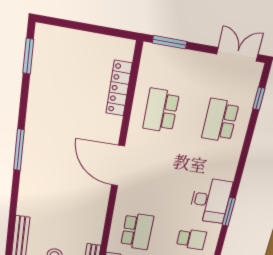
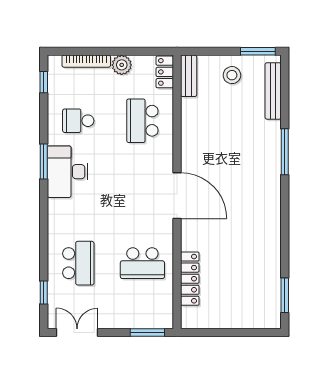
double door: (237, 54) -> (77, 333), swing flipped
school desk: (161, 111) -> (142, 263), turned 90
window: (19, 150) -> (285, 152), moved

